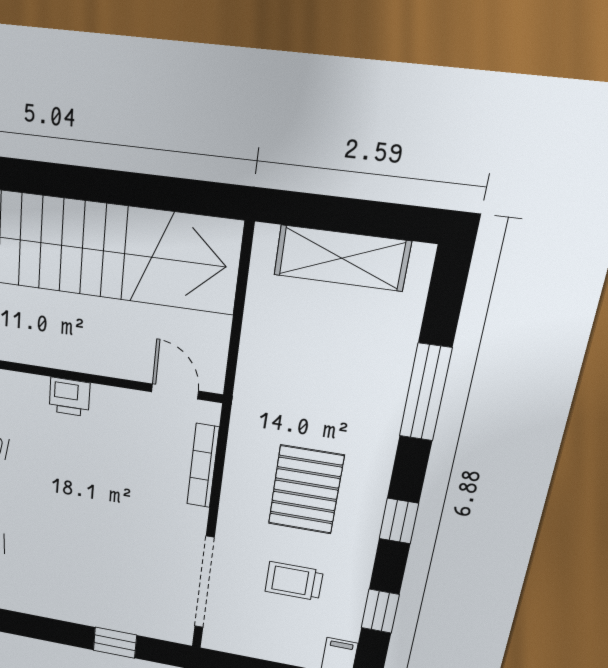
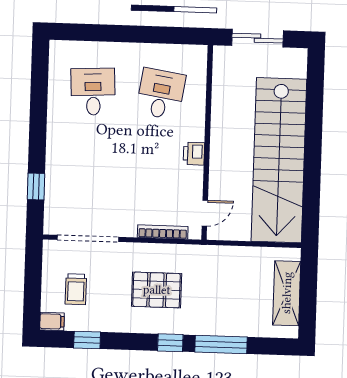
window: (399, 521) -> (170, 343), moved
trolley: (294, 581) -> (76, 289), moved, turned 180

